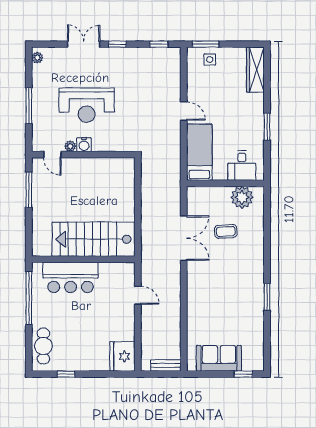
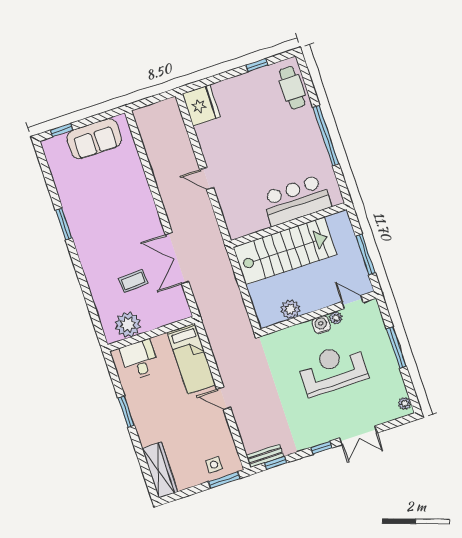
plant: (105, 166) -> (290, 309), added
stairs: (94, 239) -> (285, 251), moved
wall: (83, 259) -> (289, 225), moved
bar counter: (71, 277) -> (296, 200), moved
bench: (166, 365) -> (265, 456), moved

